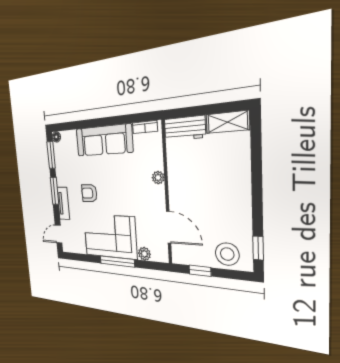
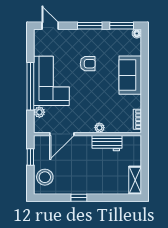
workbench: (185, 128) -> (107, 143), moved, turned -90
sofa: (104, 140) -> (130, 75), width x0.73
armchair: (89, 193) -> (88, 64), turned 90
tv unit: (63, 203) -> (78, 35), removed
window: (258, 248) -> (79, 198), moved
window: (117, 261) -> (30, 86), width x1.46

